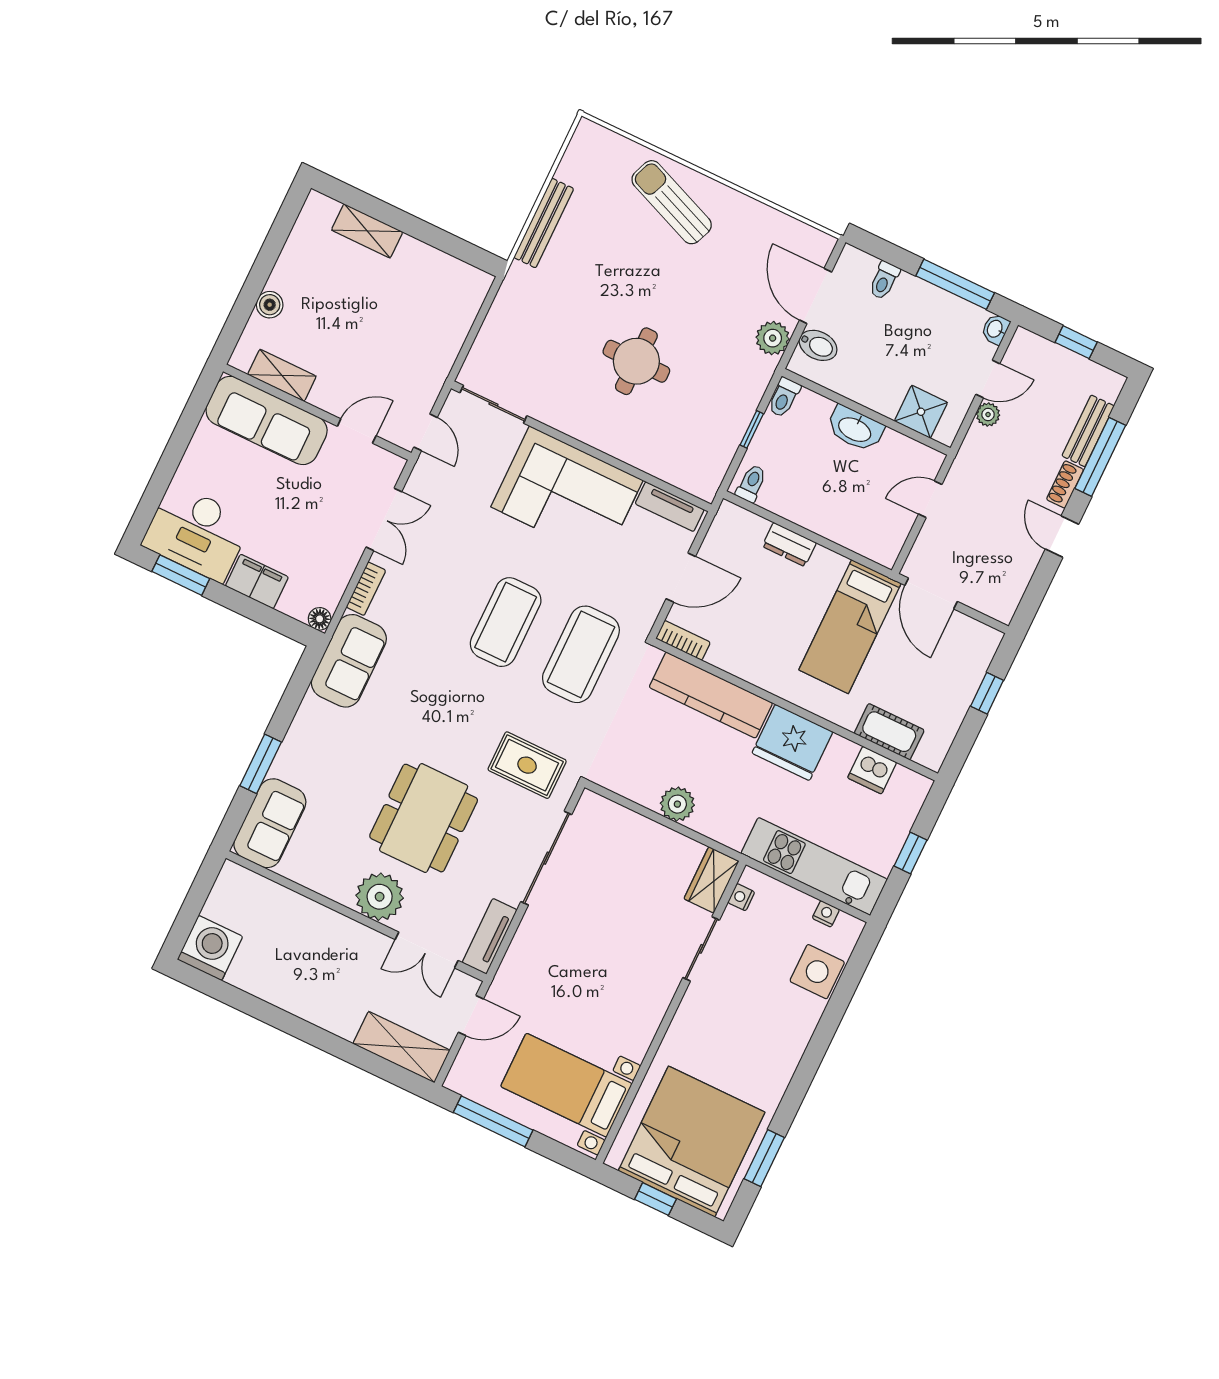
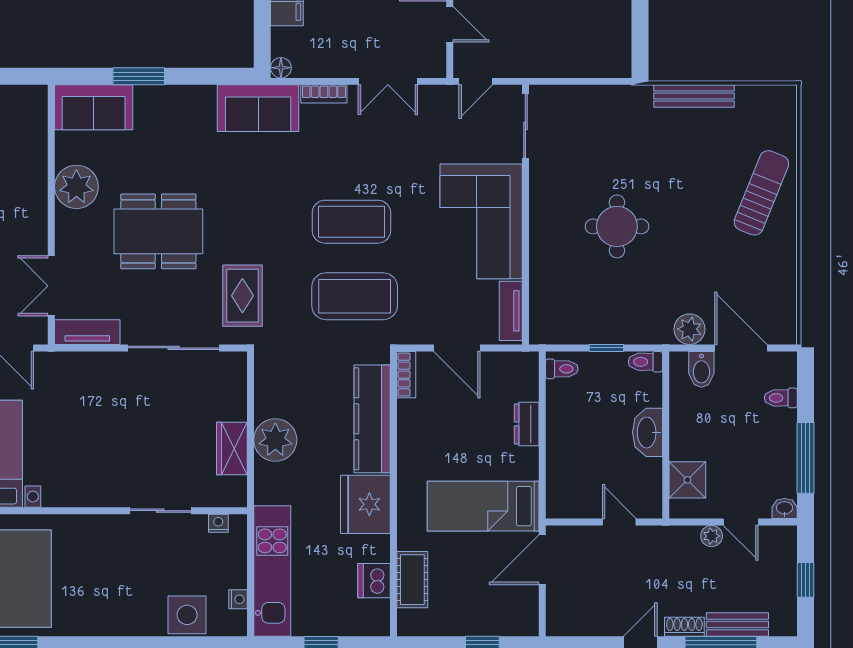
door: (816, 296) -> (741, 348), hinge flipped
plant: (677, 804) -> (275, 440), width x1.36, depth x1.36
wardrobe: (711, 880) -> (232, 449), moved, turned -90
plant: (380, 897) -> (76, 187), moved

